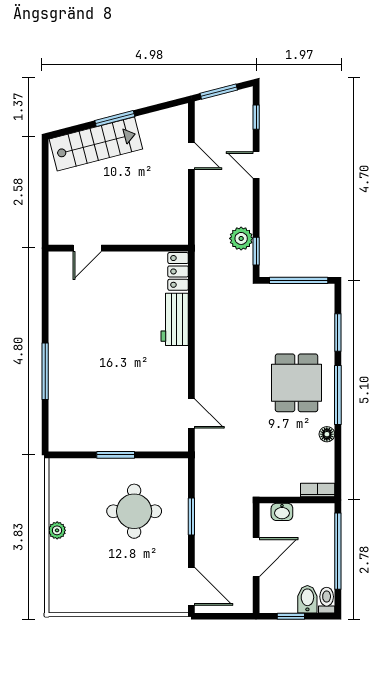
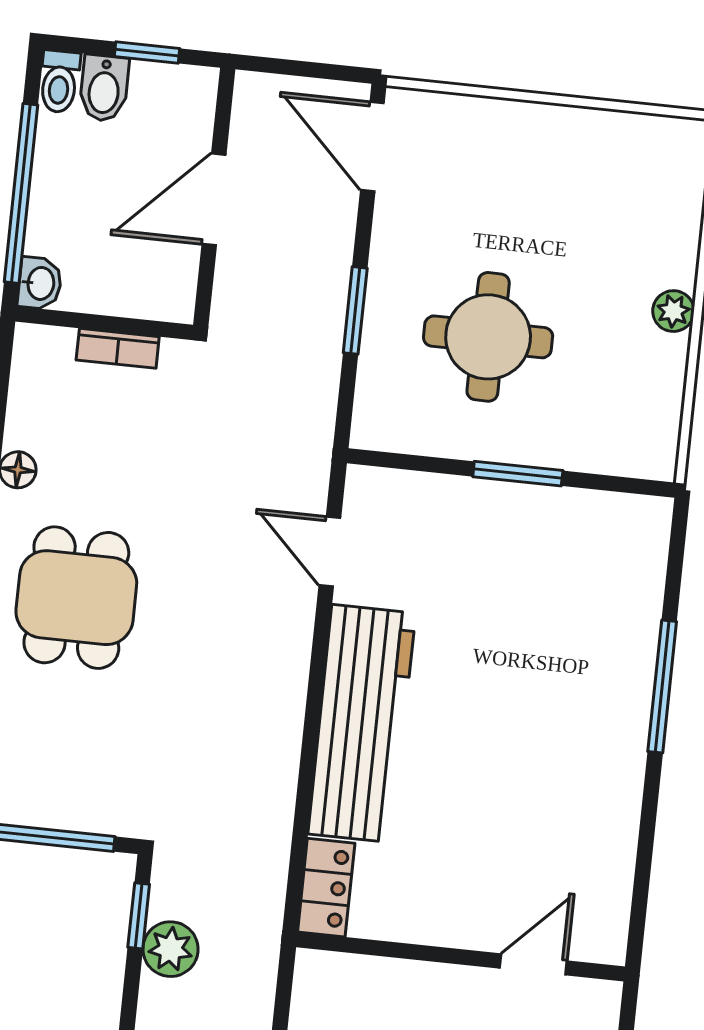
workbench: (175, 319) -> (362, 723), width x1.88, depth x1.32
bookcase: (318, 490) -> (118, 348), moved
washbasin: (282, 512) -> (40, 283), moved, turned 90

